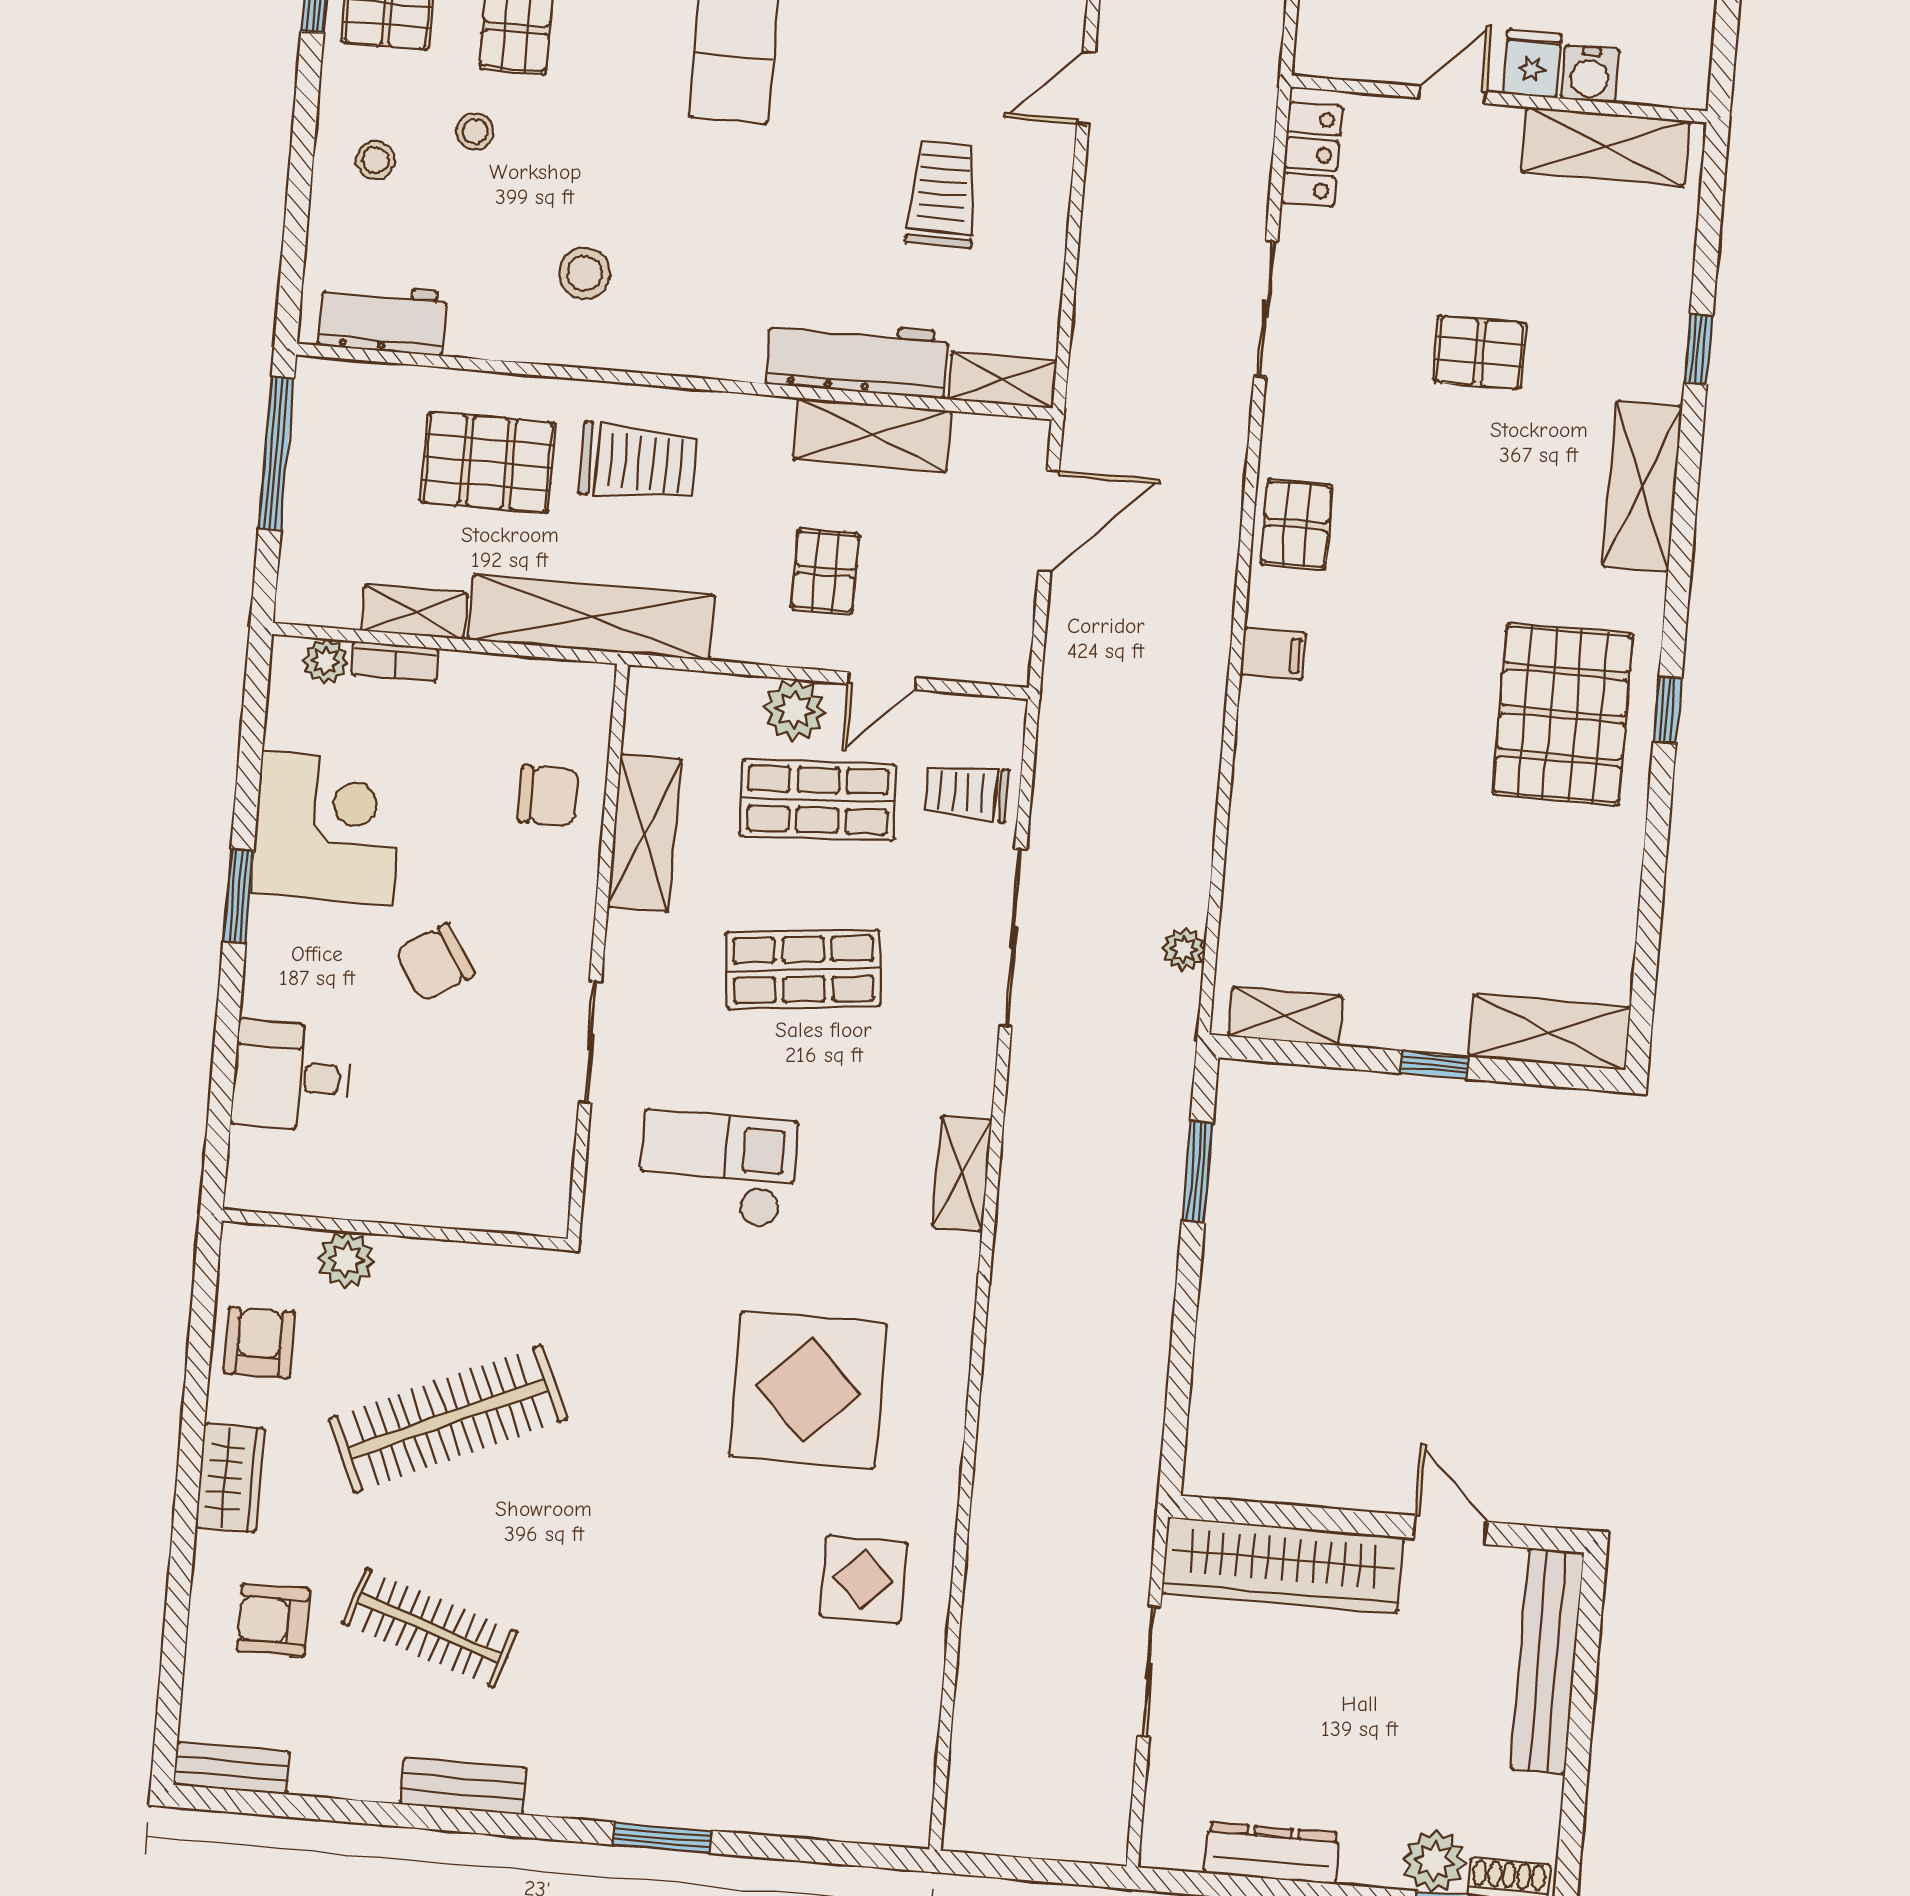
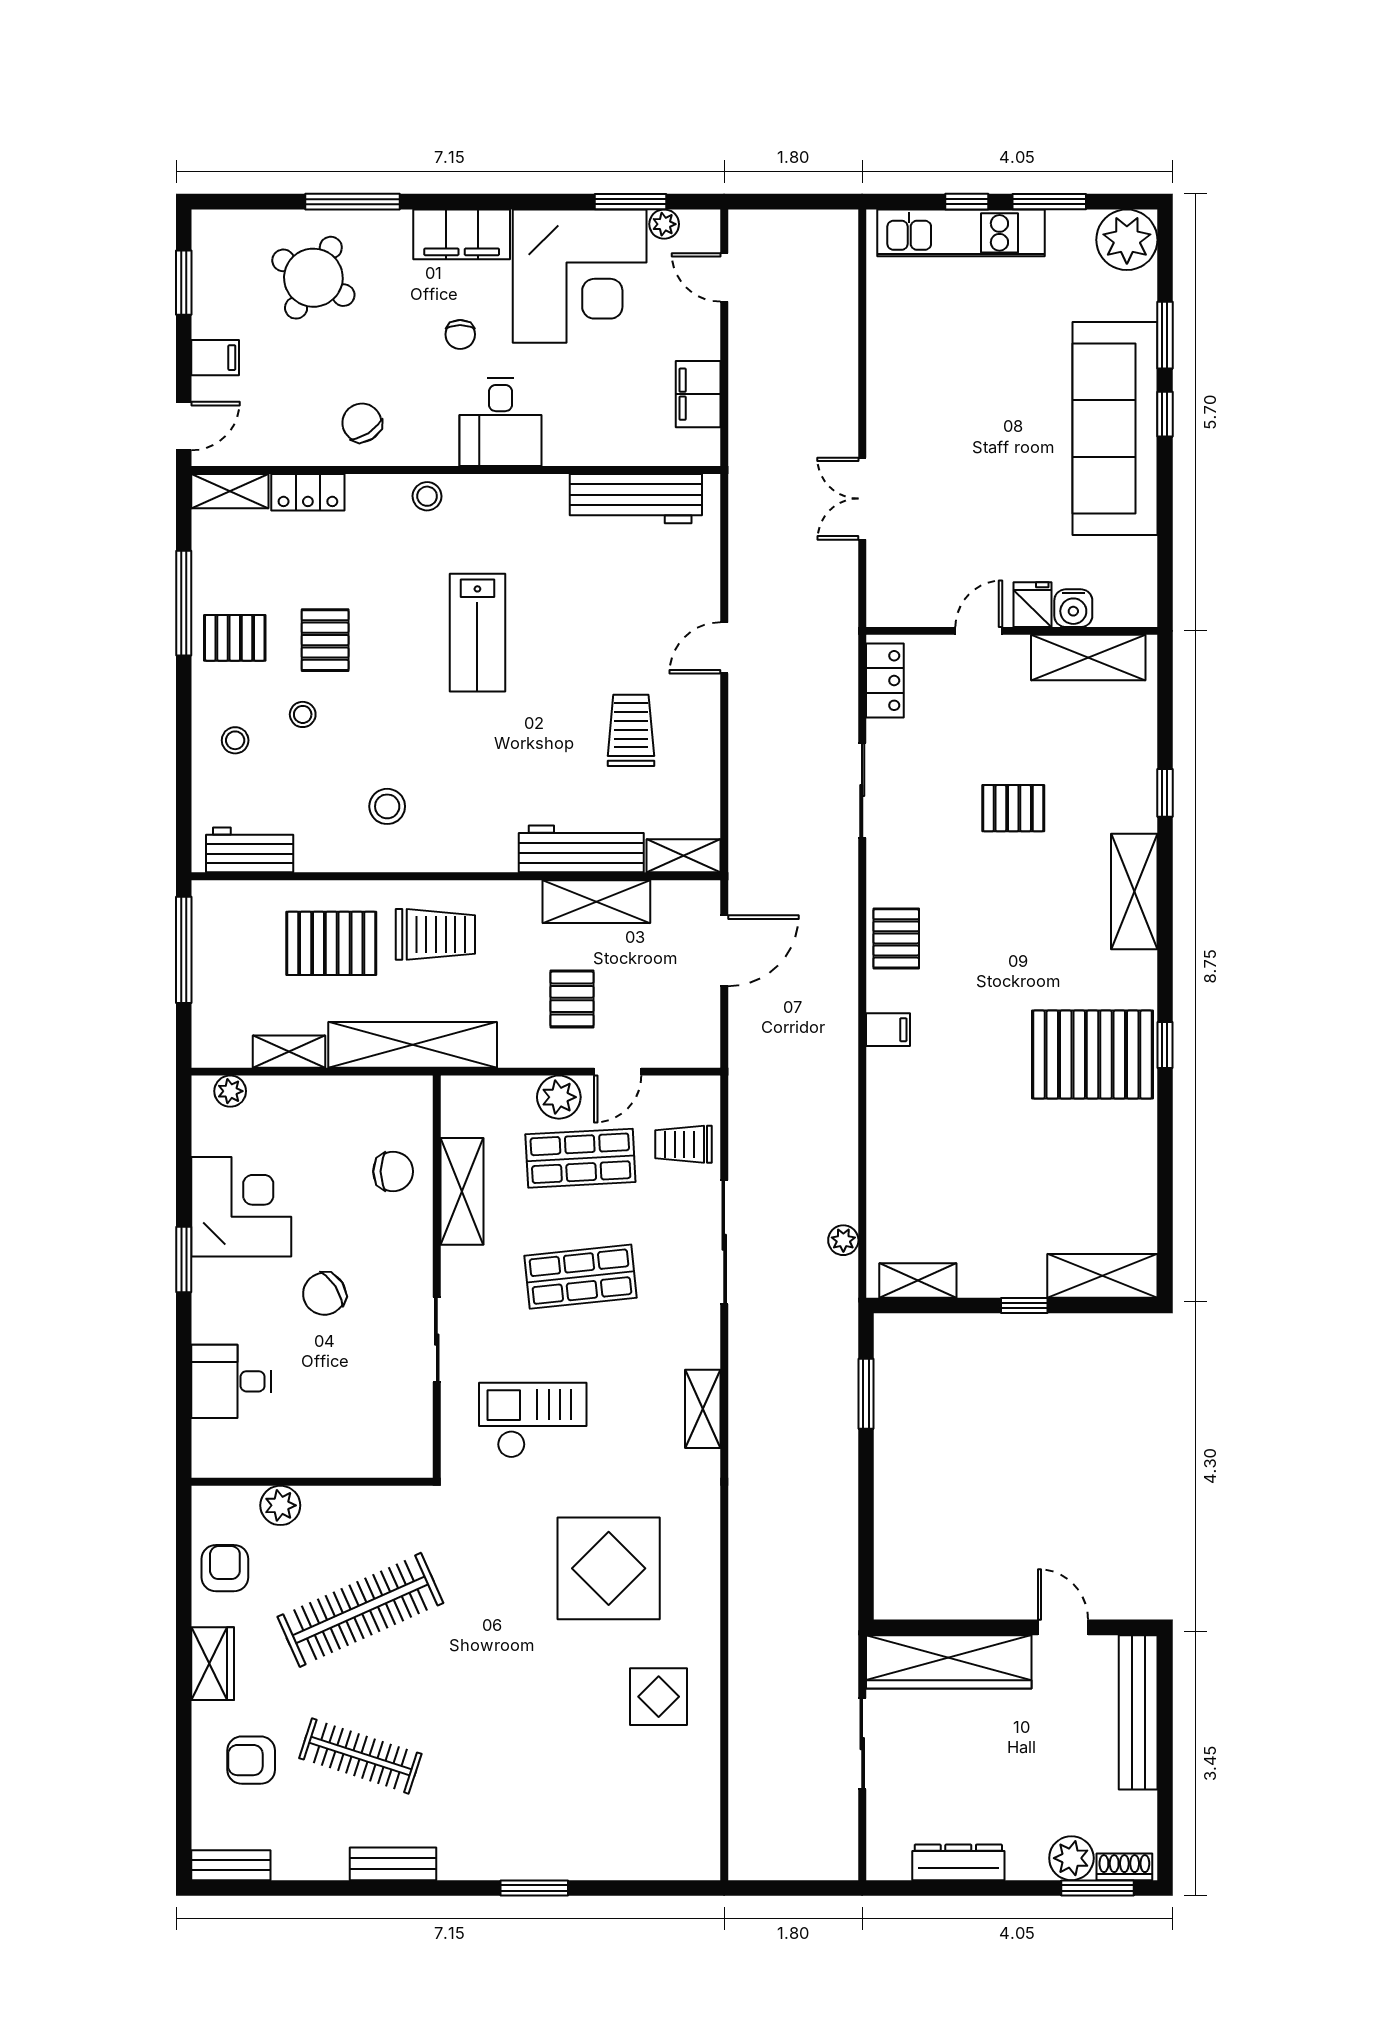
bookcase: (395, 662) -> (279, 1087), removed
pallet: (1563, 715) -> (1093, 1055), turned 90

